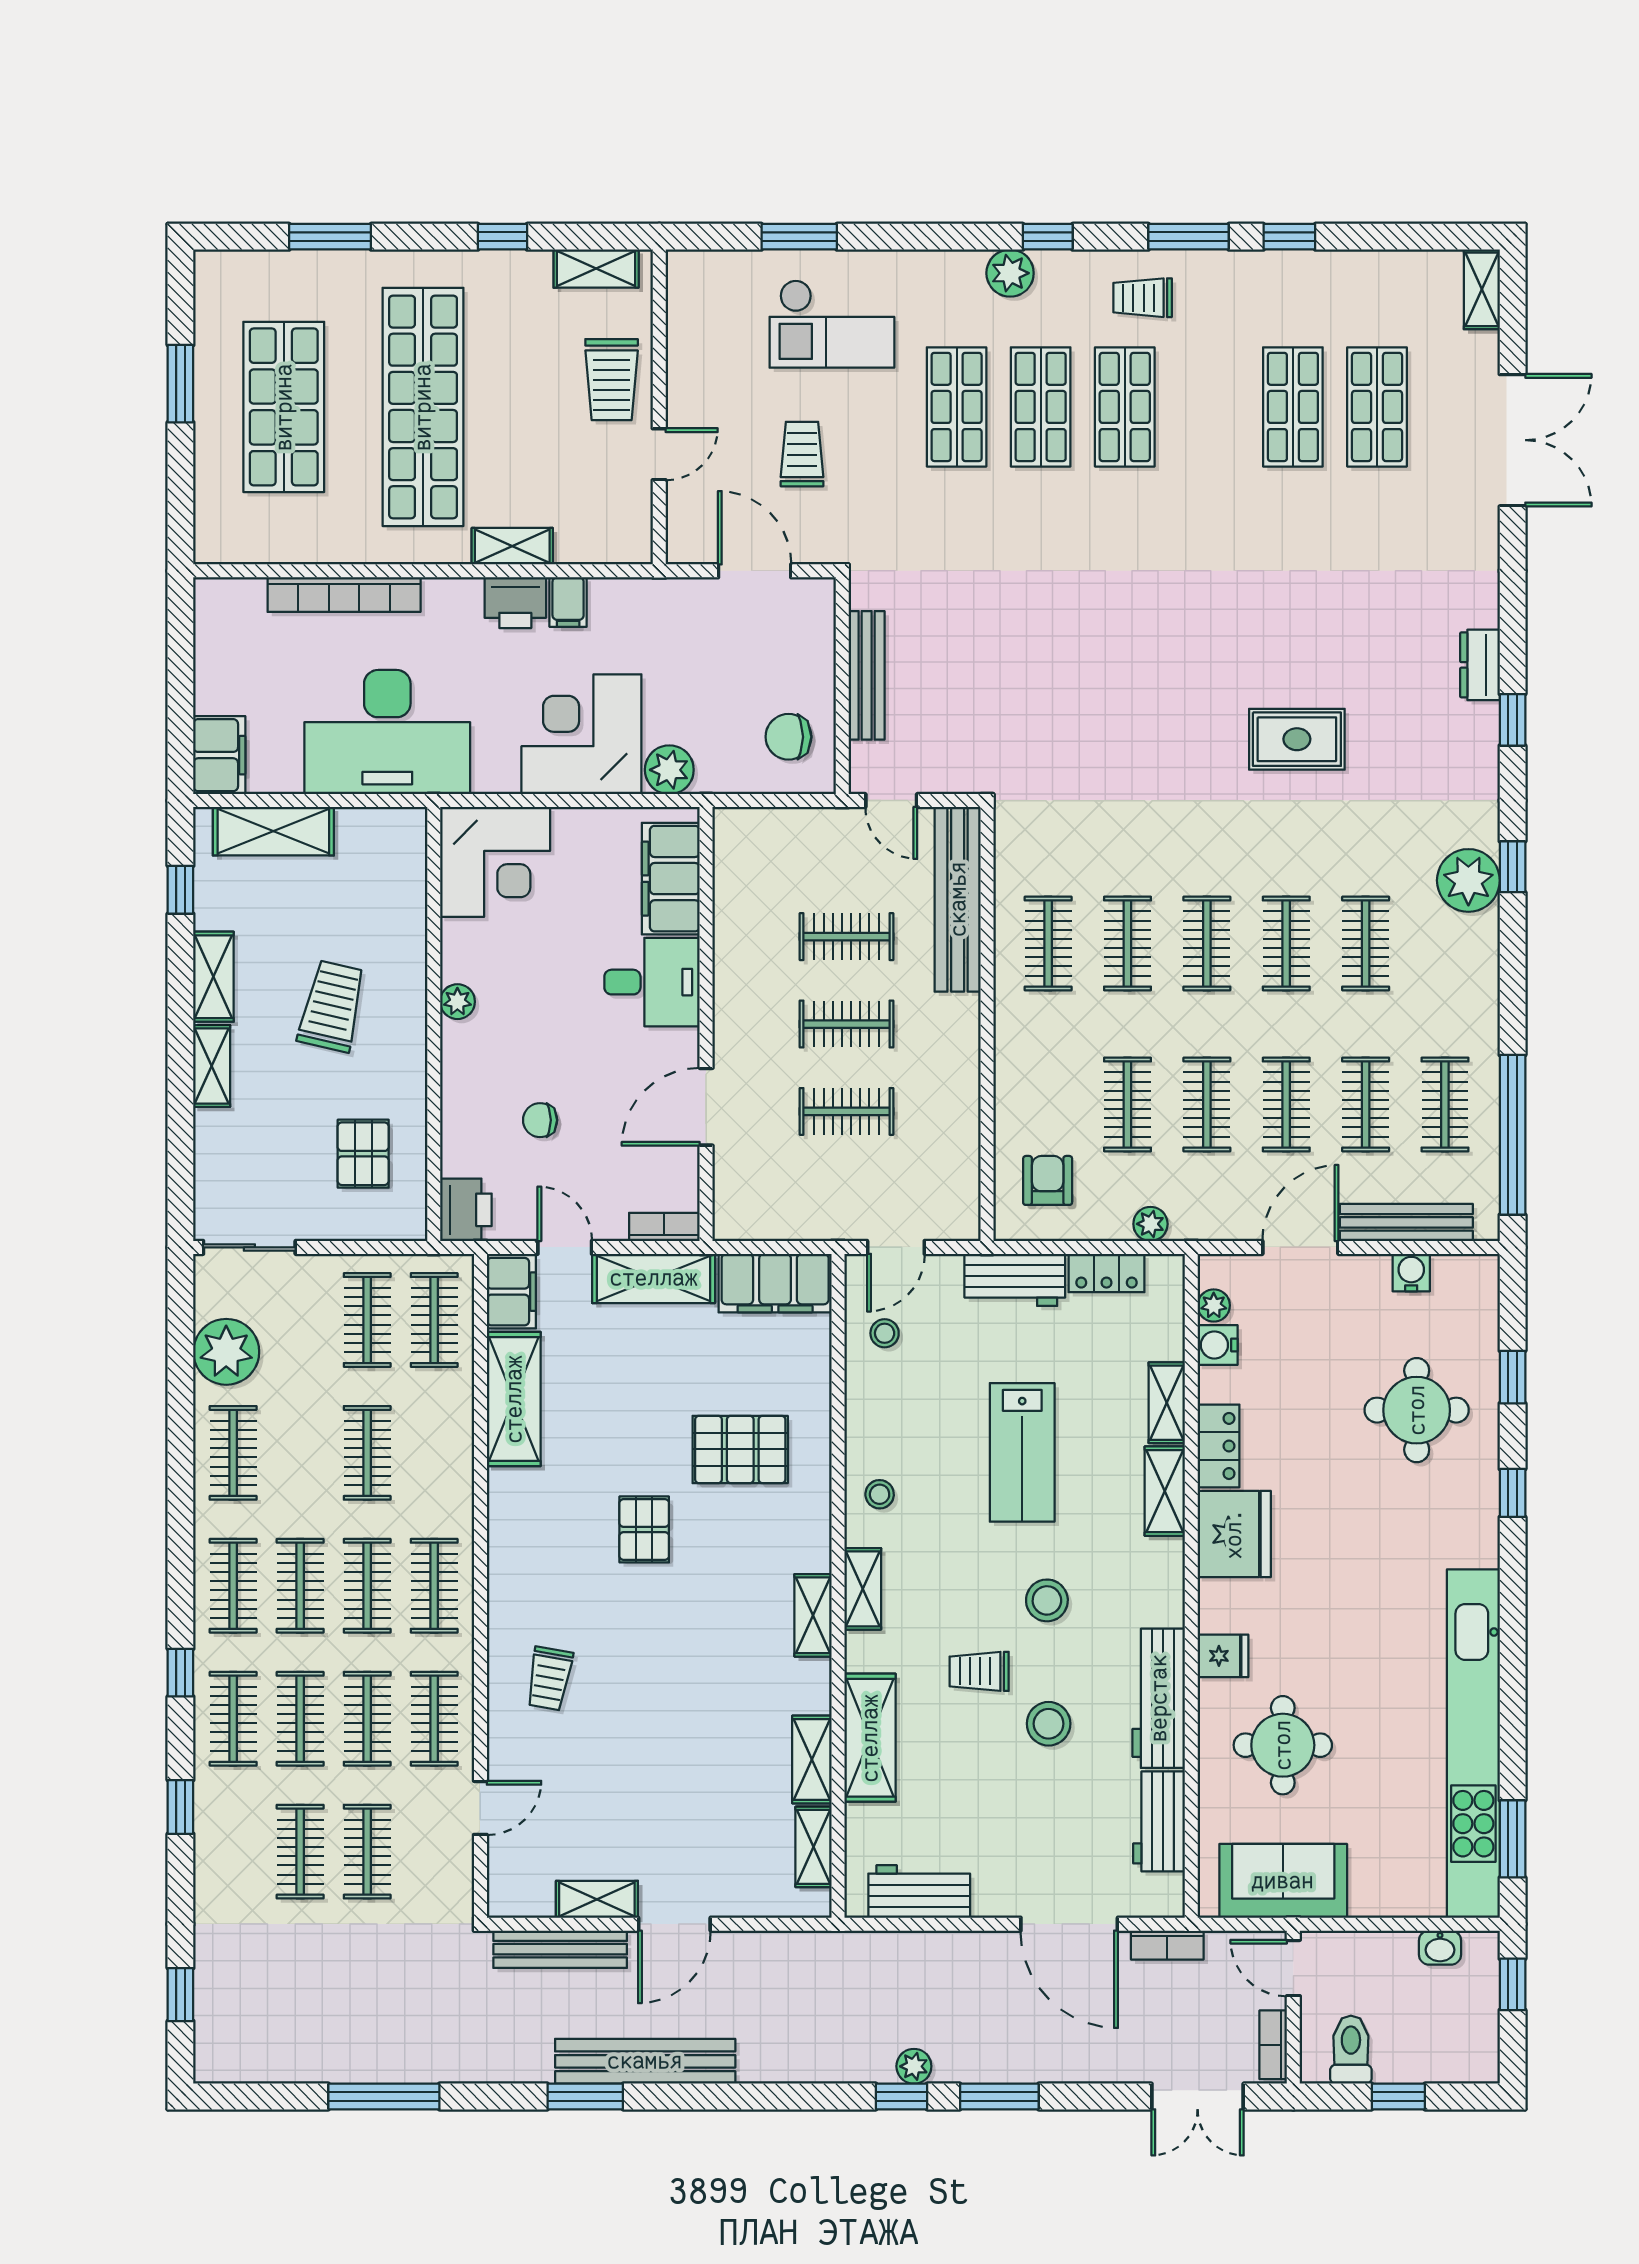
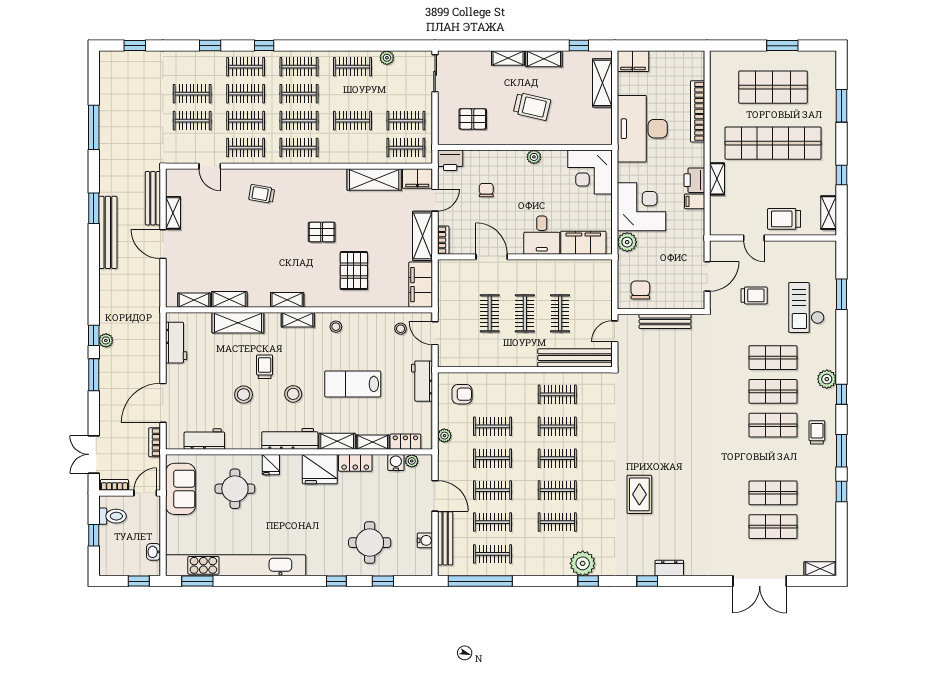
locker: (1107, 1273) -> (405, 442), moved, turned 90
plant: (226, 1352) -> (387, 58), width x0.53, depth x0.53
workbench: (1159, 1698) -> (290, 439), moved

